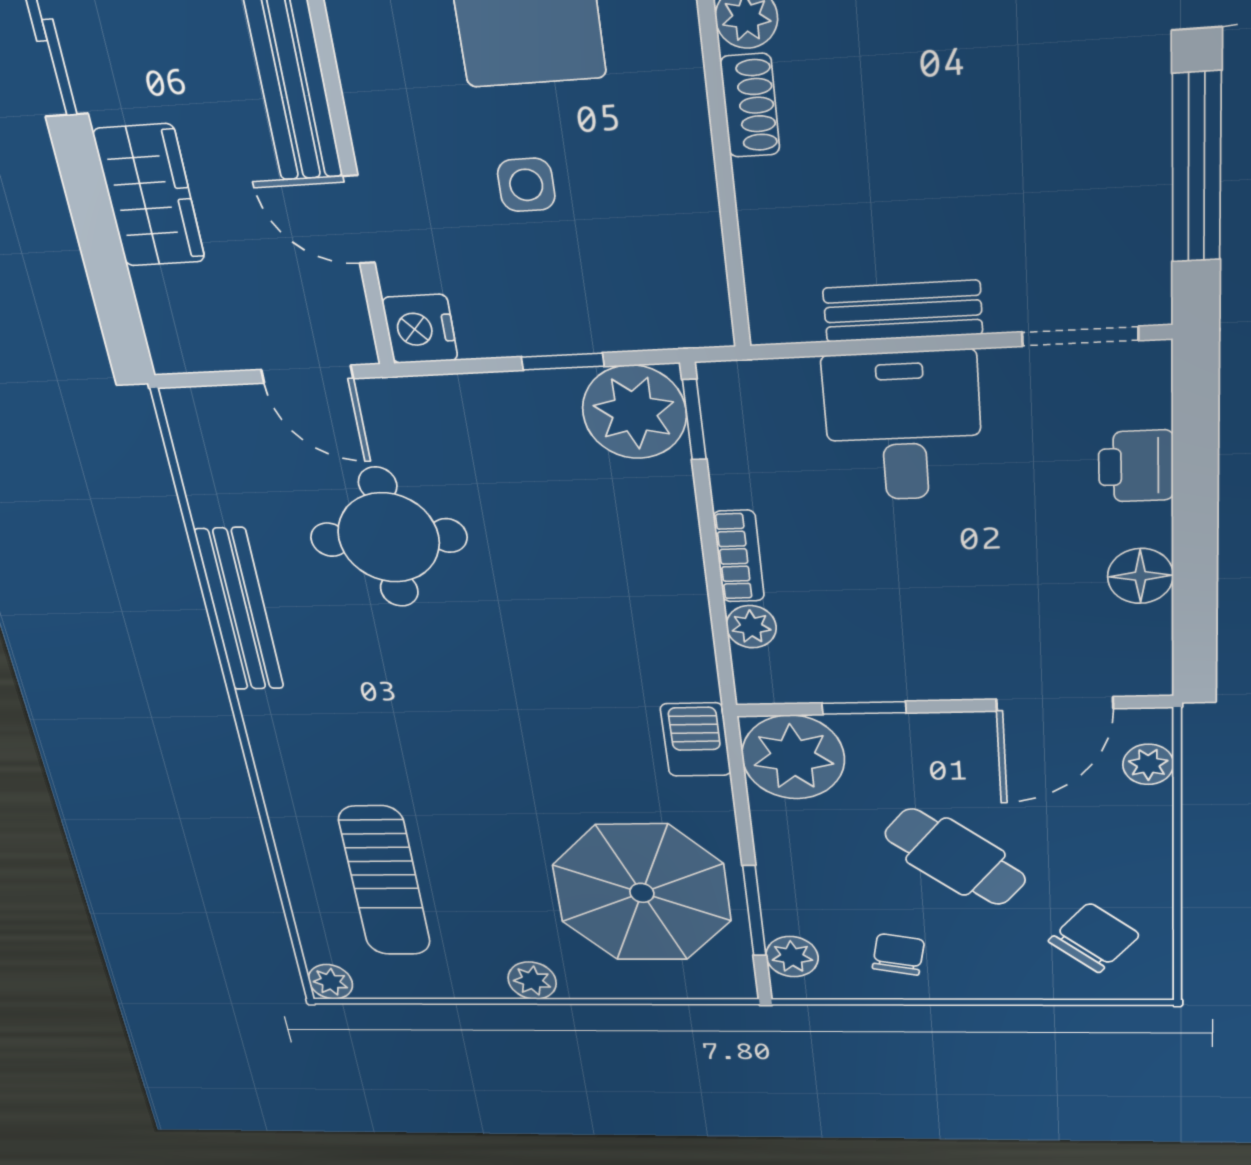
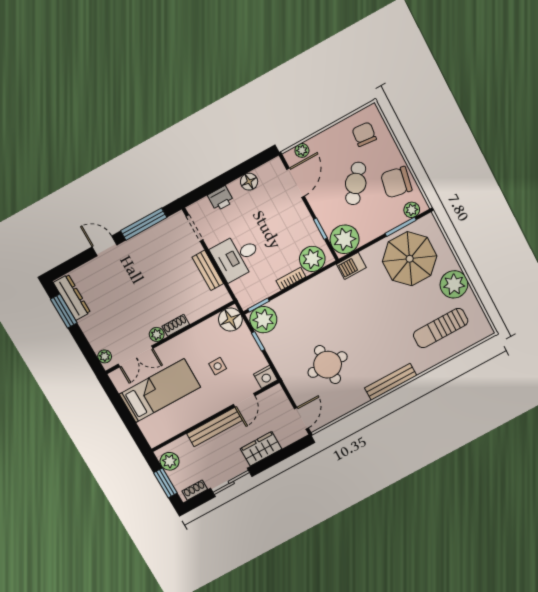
floor lamp: (684, 306) -> (230, 319), added
door: (307, 374) -> (301, 418), moved
bench: (239, 610) -> (391, 382), moved
plant: (751, 627) -> (312, 259), width x1.87, depth x1.87
door: (1055, 704) -> (296, 183), hinge flipped
sun lounger: (385, 881) -> (441, 328), turned 180
chair: (1094, 938) -> (364, 134), turned 56
chair: (898, 954) -> (396, 182), width x1.87, depth x1.87
plant: (532, 981) -> (454, 284), width x1.87, depth x1.87
plant: (330, 982) -> (486, 330), removed

